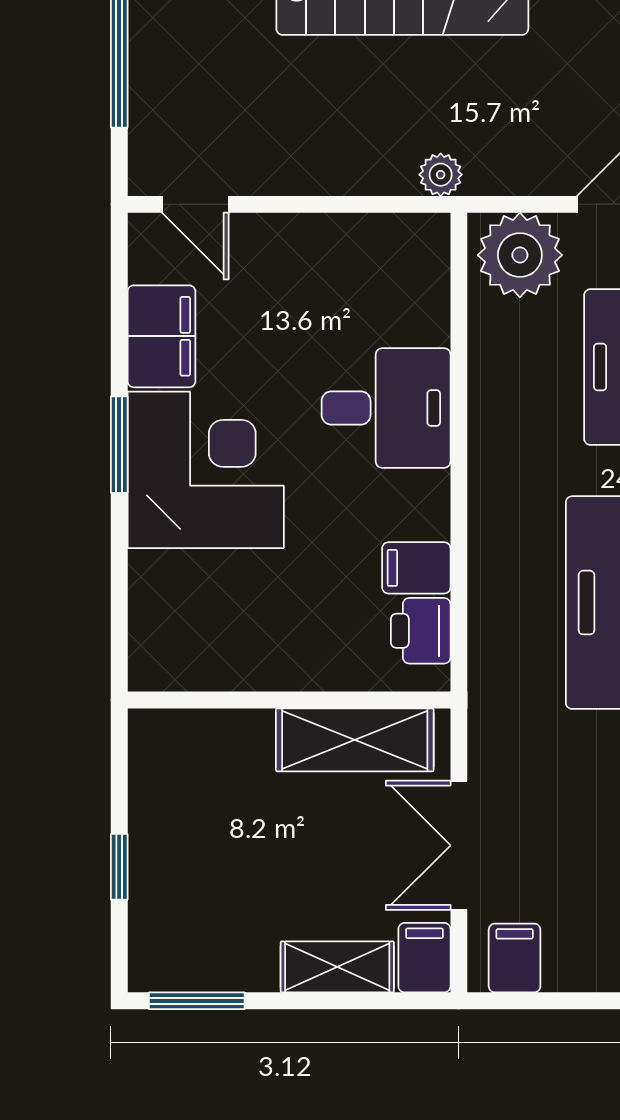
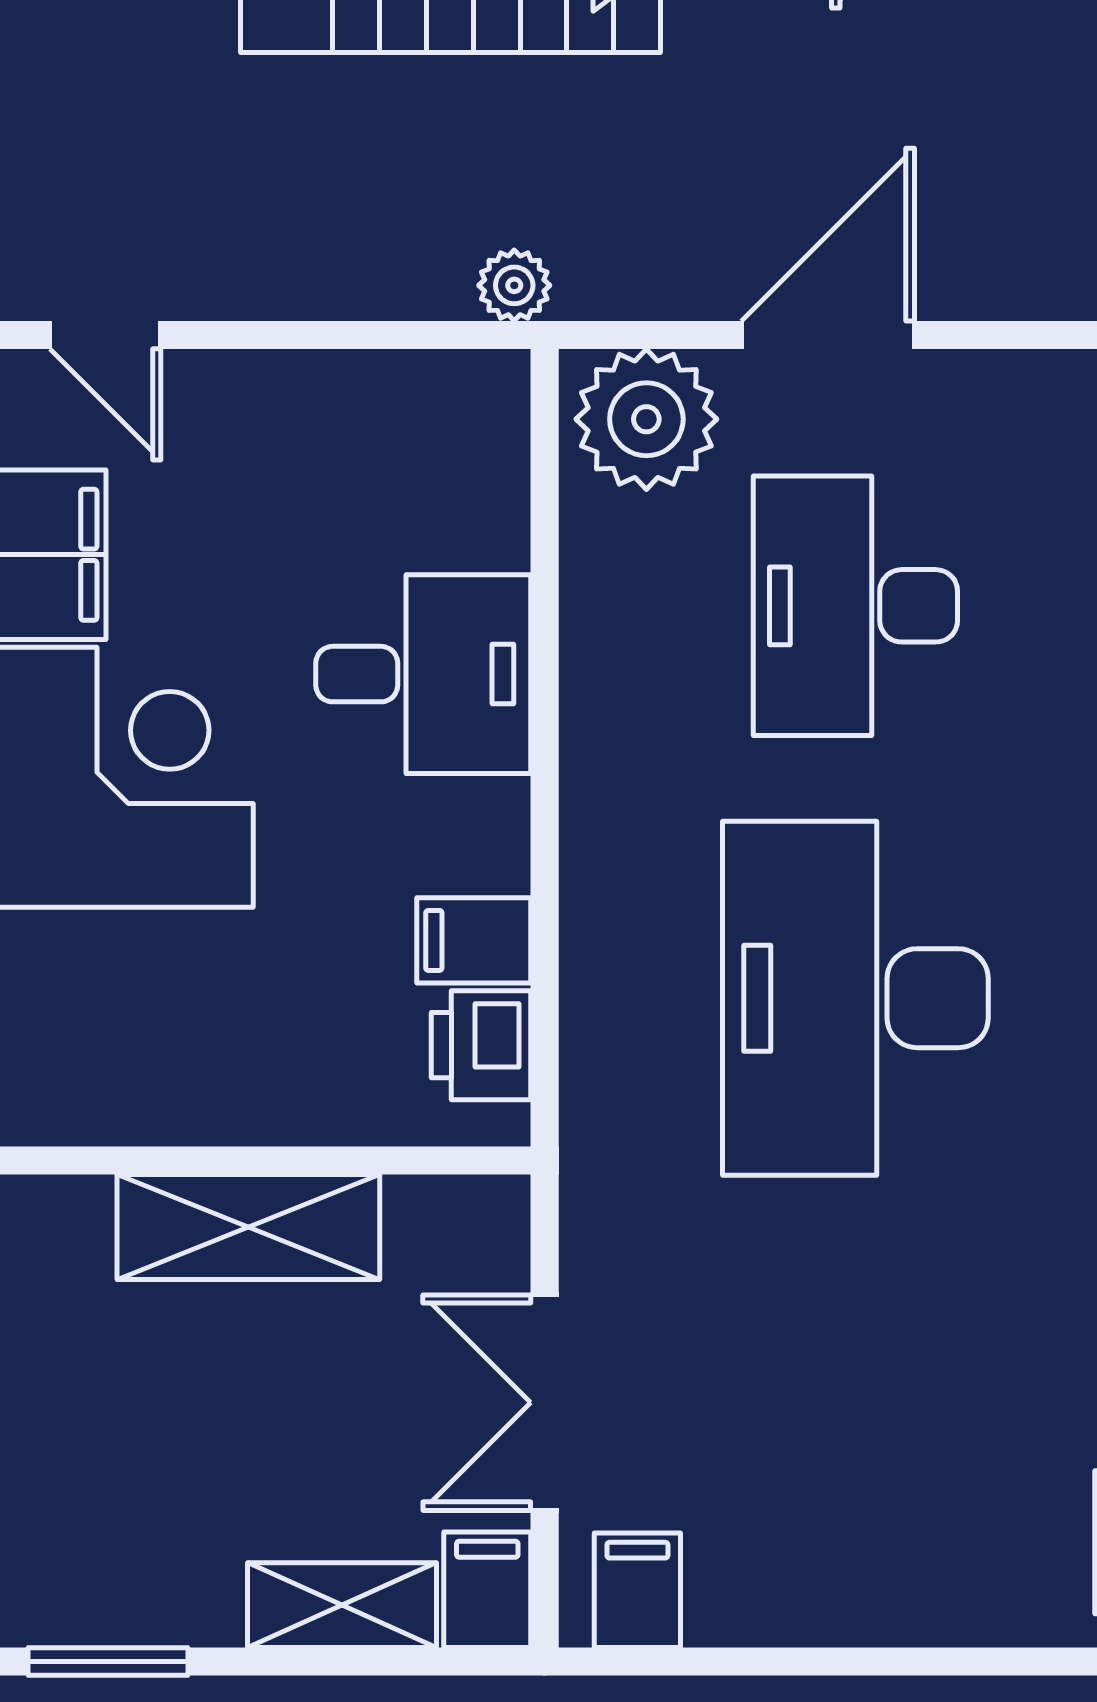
shelving: (355, 740) -> (248, 1227), moved

